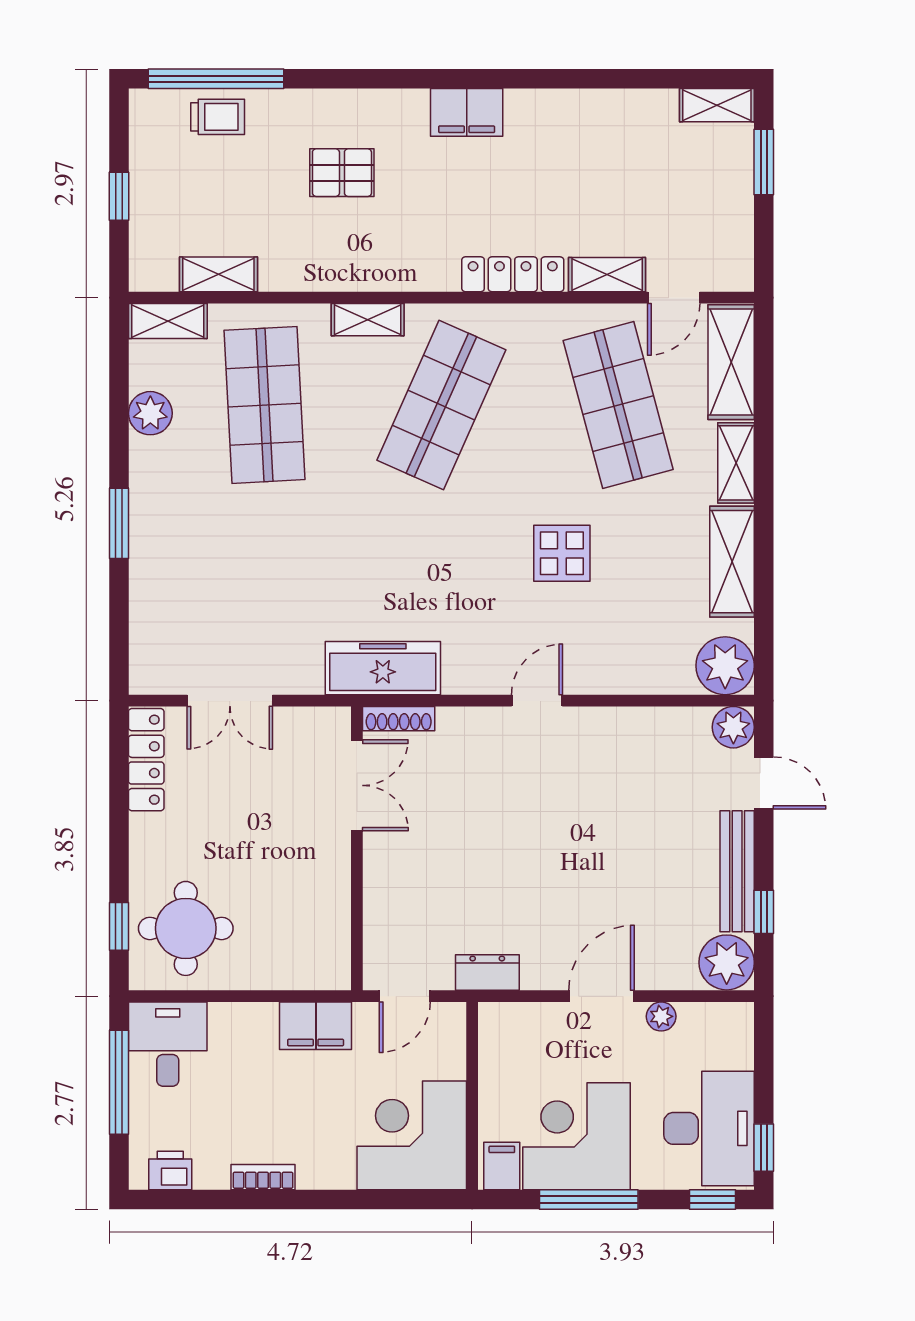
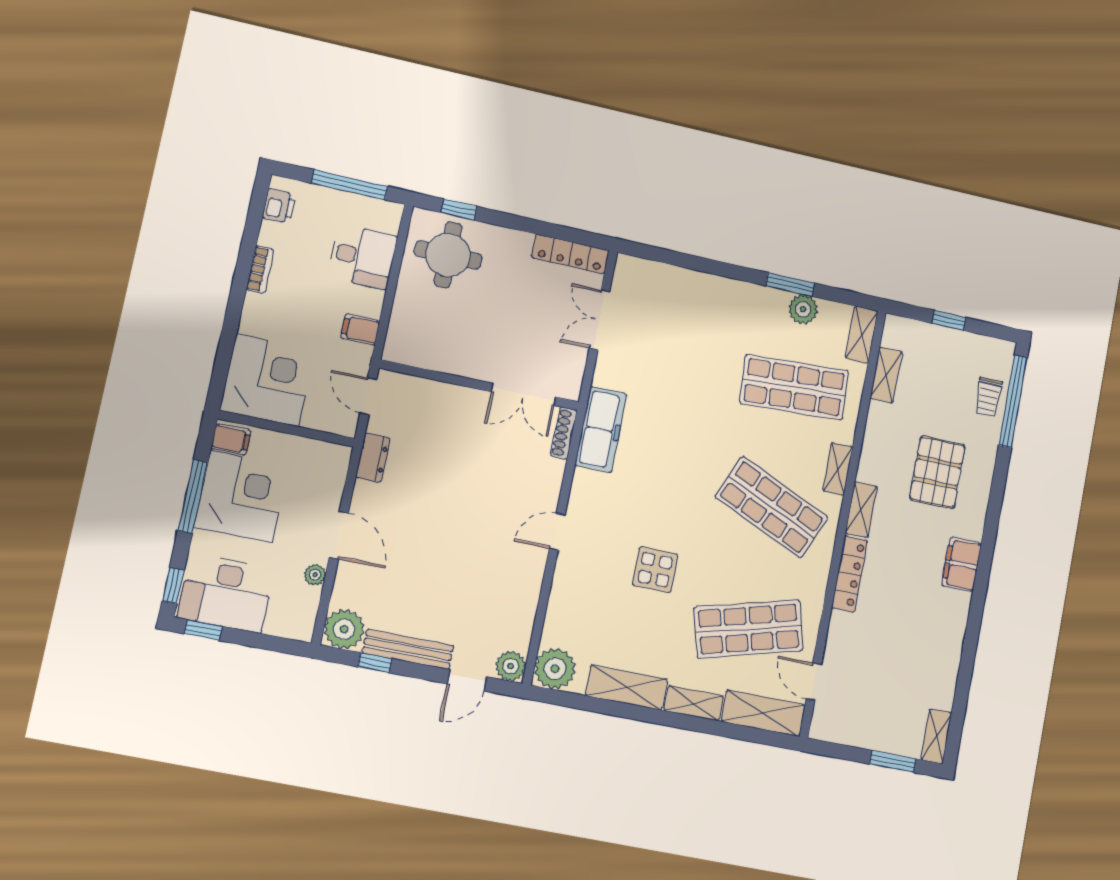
pallet: (342, 173) -> (937, 472), width x1.50, depth x1.42
shelving: (607, 275) -> (861, 510), moved
window: (119, 523) -> (790, 284), moved
door: (537, 701) -> (557, 532), swing flipped
filing cabinet: (316, 1026) -> (360, 330), width x0.50
desk: (168, 1044) -> (362, 257), moved

